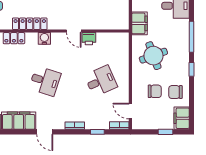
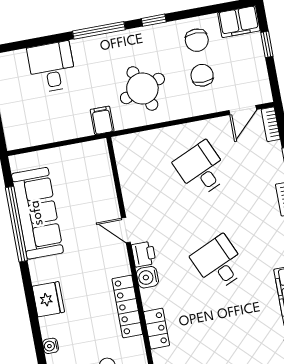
filing cabinet: (139, 23) -> (102, 120), width x0.50
door: (74, 31) -> (126, 230), swing flipped
printer: (89, 39) -> (144, 254), moved
desk: (45, 81) -> (219, 263), turned -42

